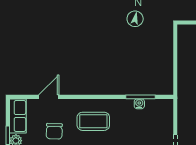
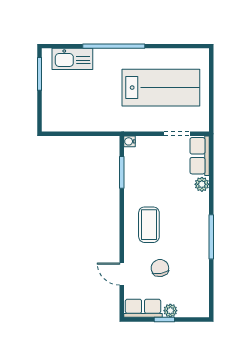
water cooler: (139, 104) -> (129, 141), moved
chair: (54, 131) -> (160, 268), turned -101

